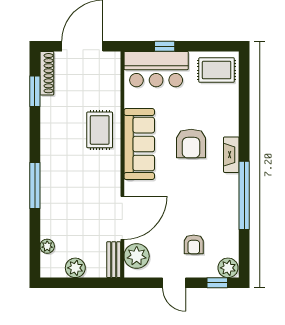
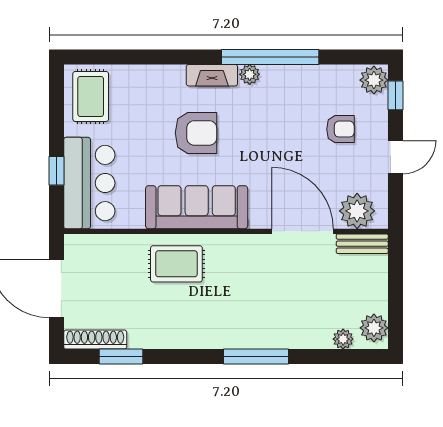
plant: (232, 181) -> (250, 74), added
plant: (75, 268) -> (374, 328), moved

